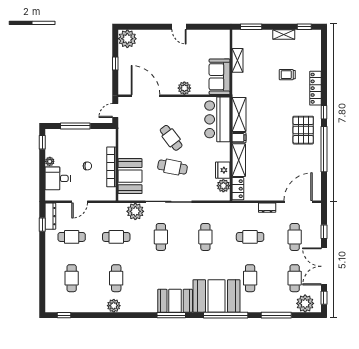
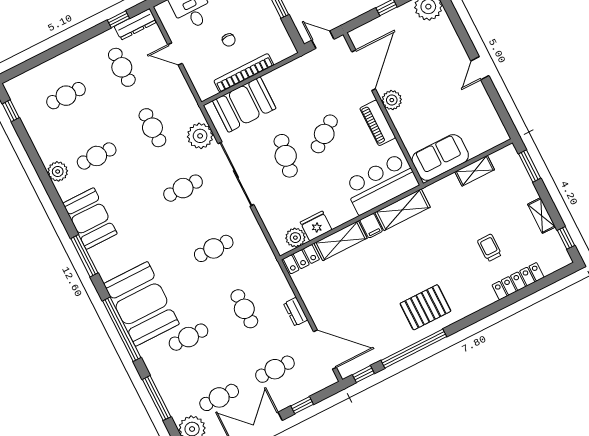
plant: (184, 88) -> (392, 100), moved
locker: (315, 88) -> (518, 281), moved
piano: (181, 103) -> (378, 123), added
window: (324, 112) -> (363, 374), moved
booth: (175, 301) -> (90, 219), moved

